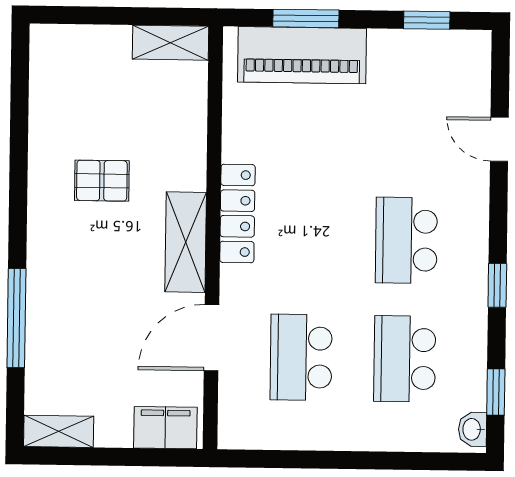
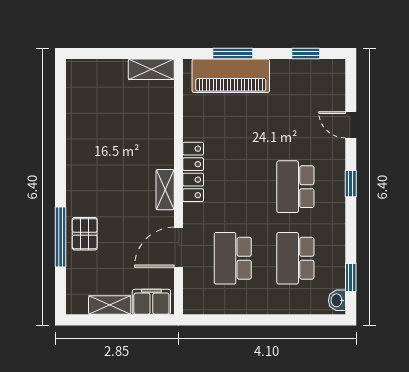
pallet: (102, 181) -> (85, 234), moved, turned 90
shelving: (186, 242) -> (165, 190), width x0.67, depth x0.75
window: (497, 285) -> (351, 184), moved
shelving: (59, 431) -> (110, 305), moved

